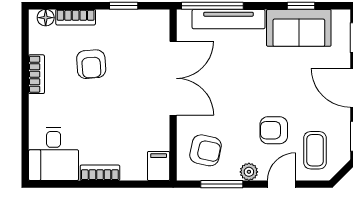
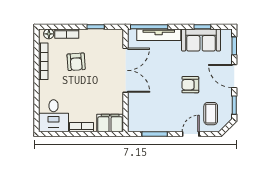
bookcase: (36, 74) -> (43, 61), width x1.56
armchair: (274, 130) -> (190, 85), moved
armchair: (206, 150) -> (145, 114), removed
filing cabinet: (159, 166) -> (110, 123), width x2.00
plant: (249, 172) -> (171, 127), removed

